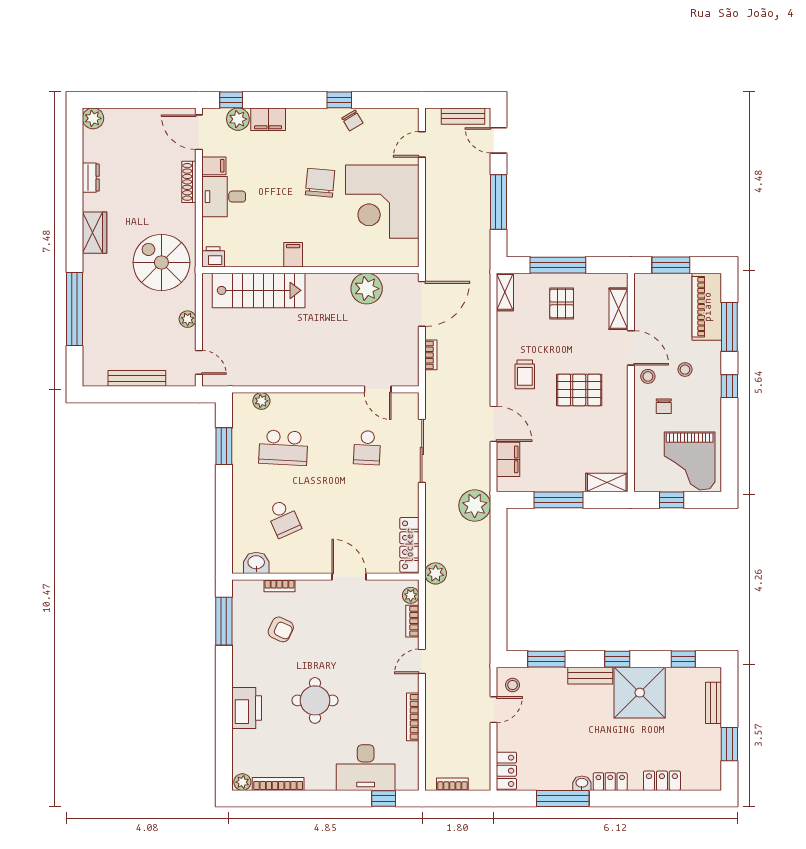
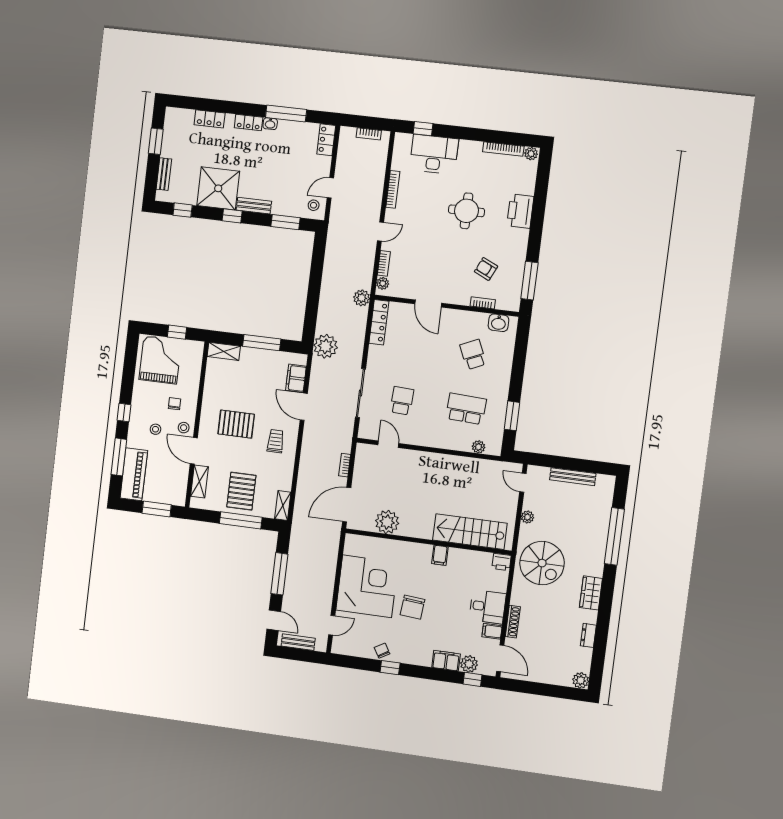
pallet: (562, 303) -> (241, 491), width x1.50, depth x1.42

